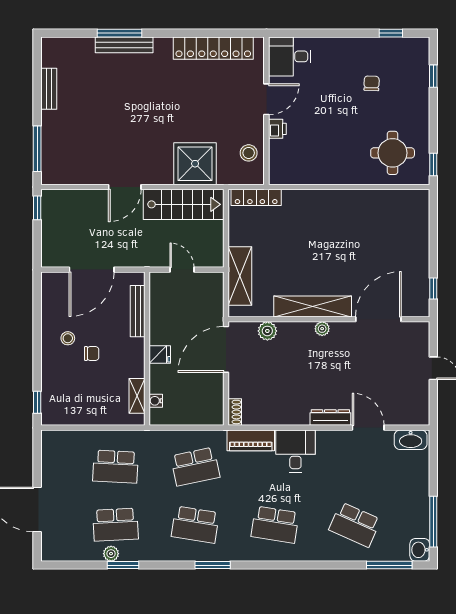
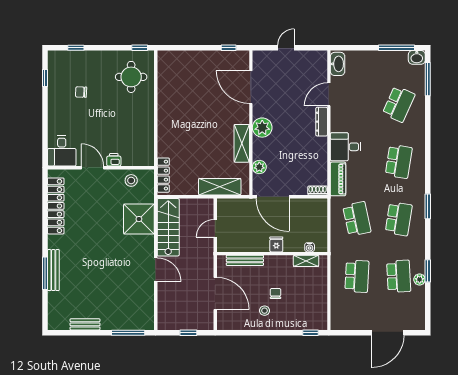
window: (37, 208) -> (188, 333), moved
shelving: (313, 307) -> (242, 143), width x0.68
plant: (322, 329) -> (262, 128), width x1.87, depth x1.87

